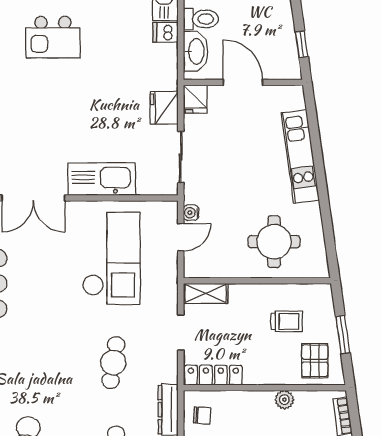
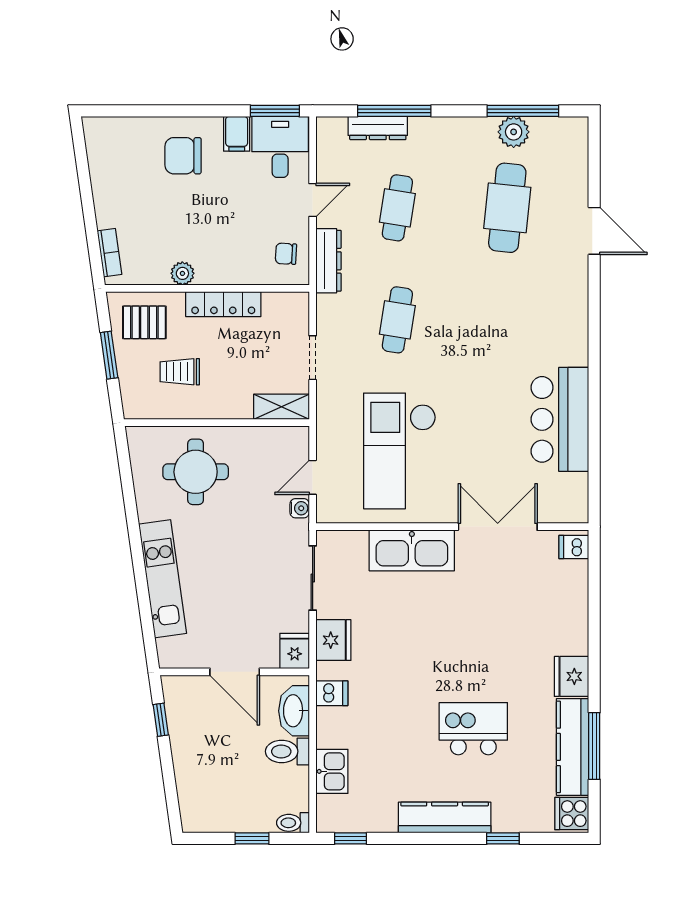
dishwasher: (165, 32) -> (332, 693), moved
pallet: (315, 361) -> (144, 322), turned 90
locker: (213, 375) -> (223, 304), moved

